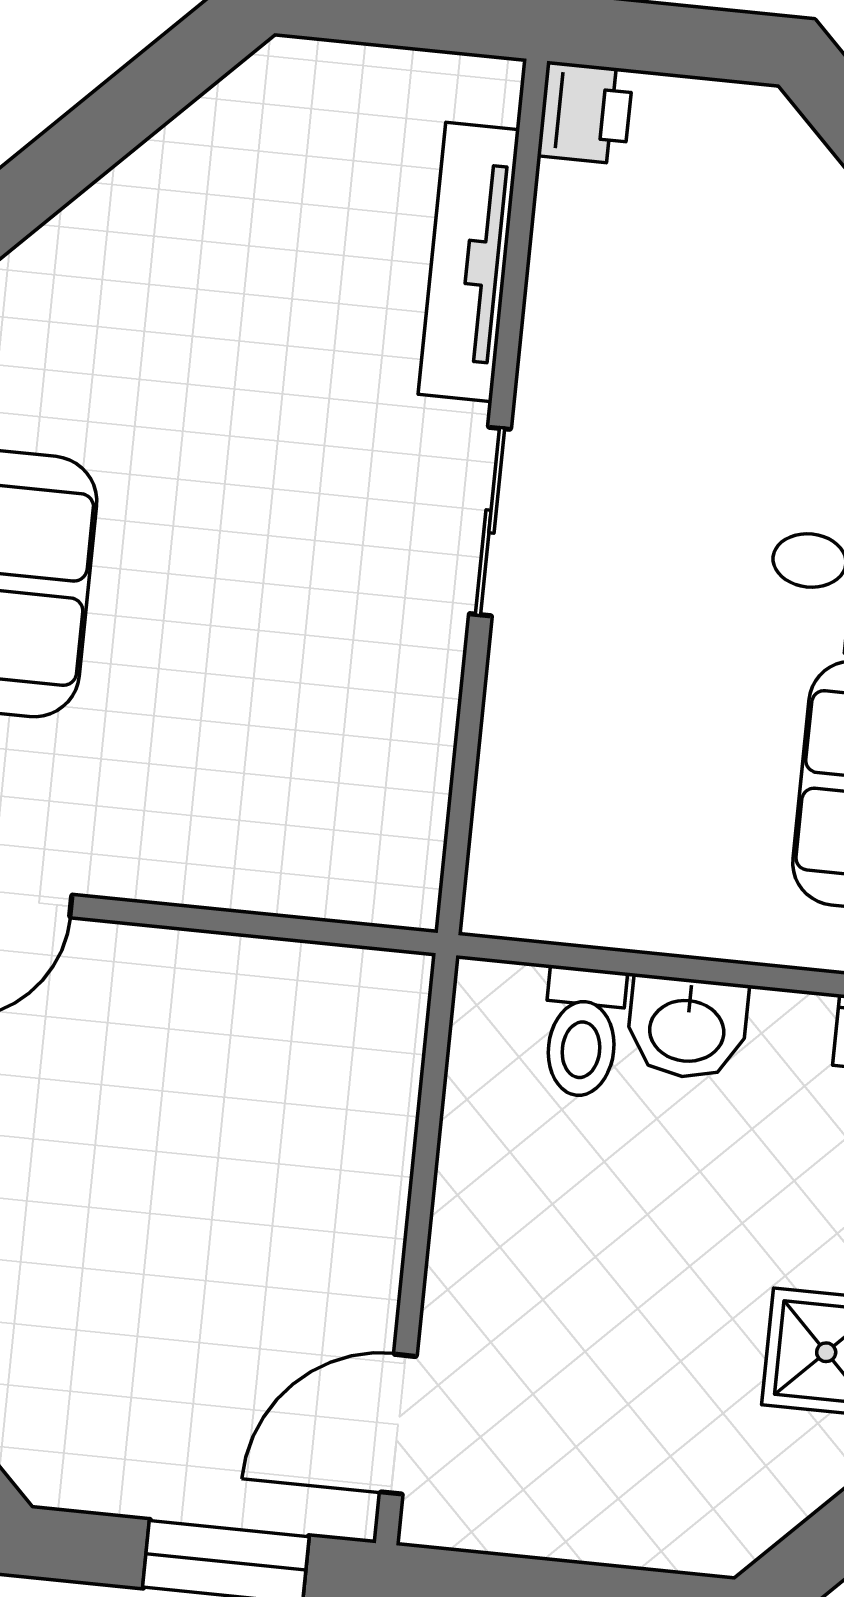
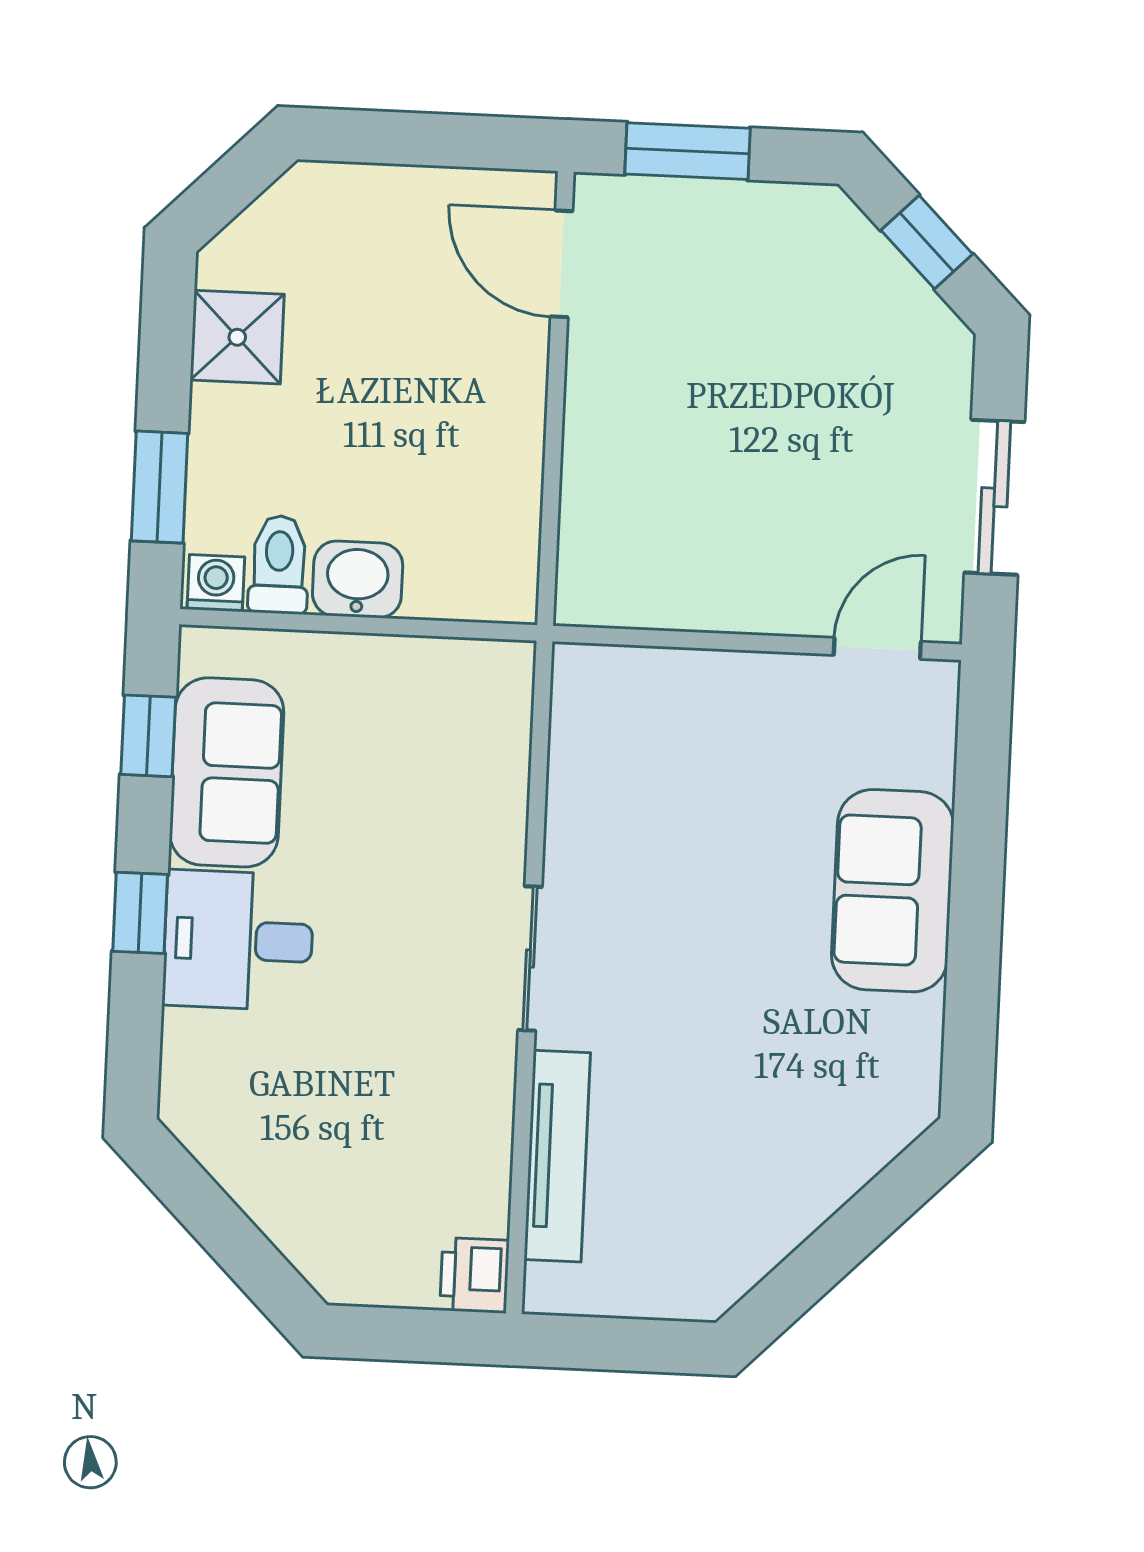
toilet: (583, 1032) -> (279, 565), moved
door: (398, 1424) -> (562, 264), swing flipped

